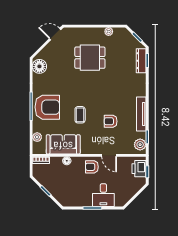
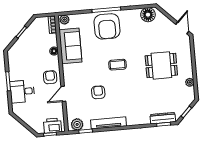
dining table: (90, 58) -> (161, 65), turned 90
coffee table: (80, 115) -> (118, 65), moved
plant: (37, 137) -> (64, 20), moved

